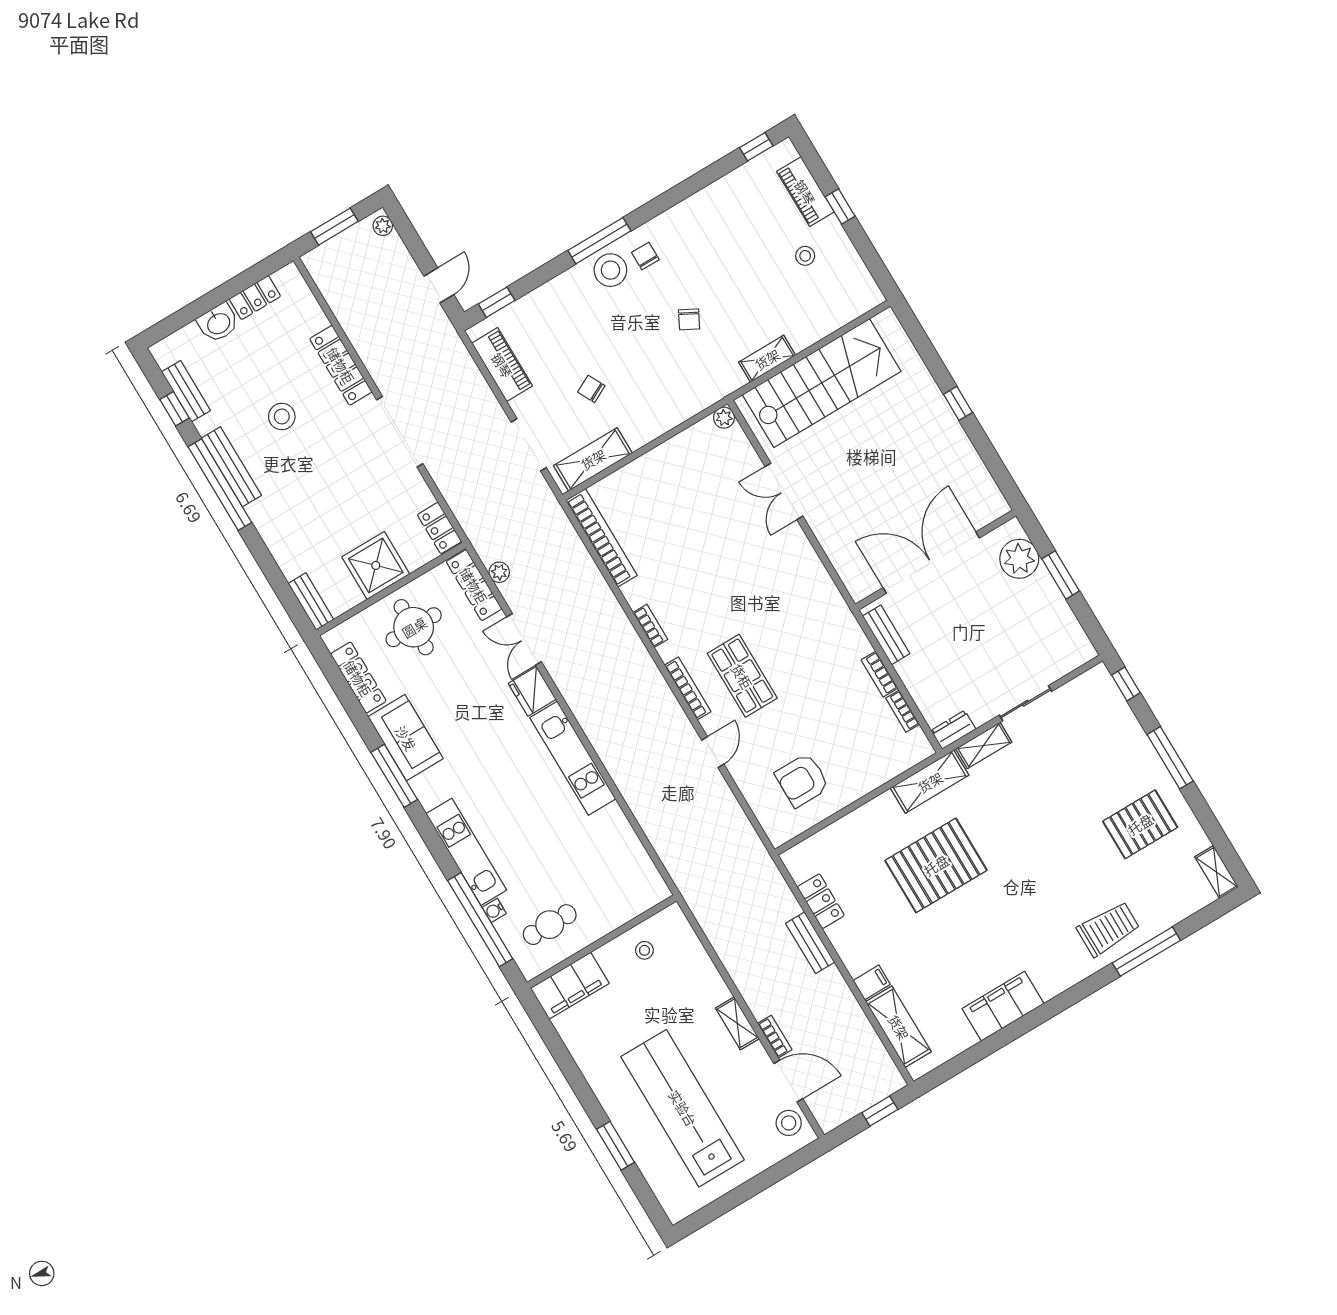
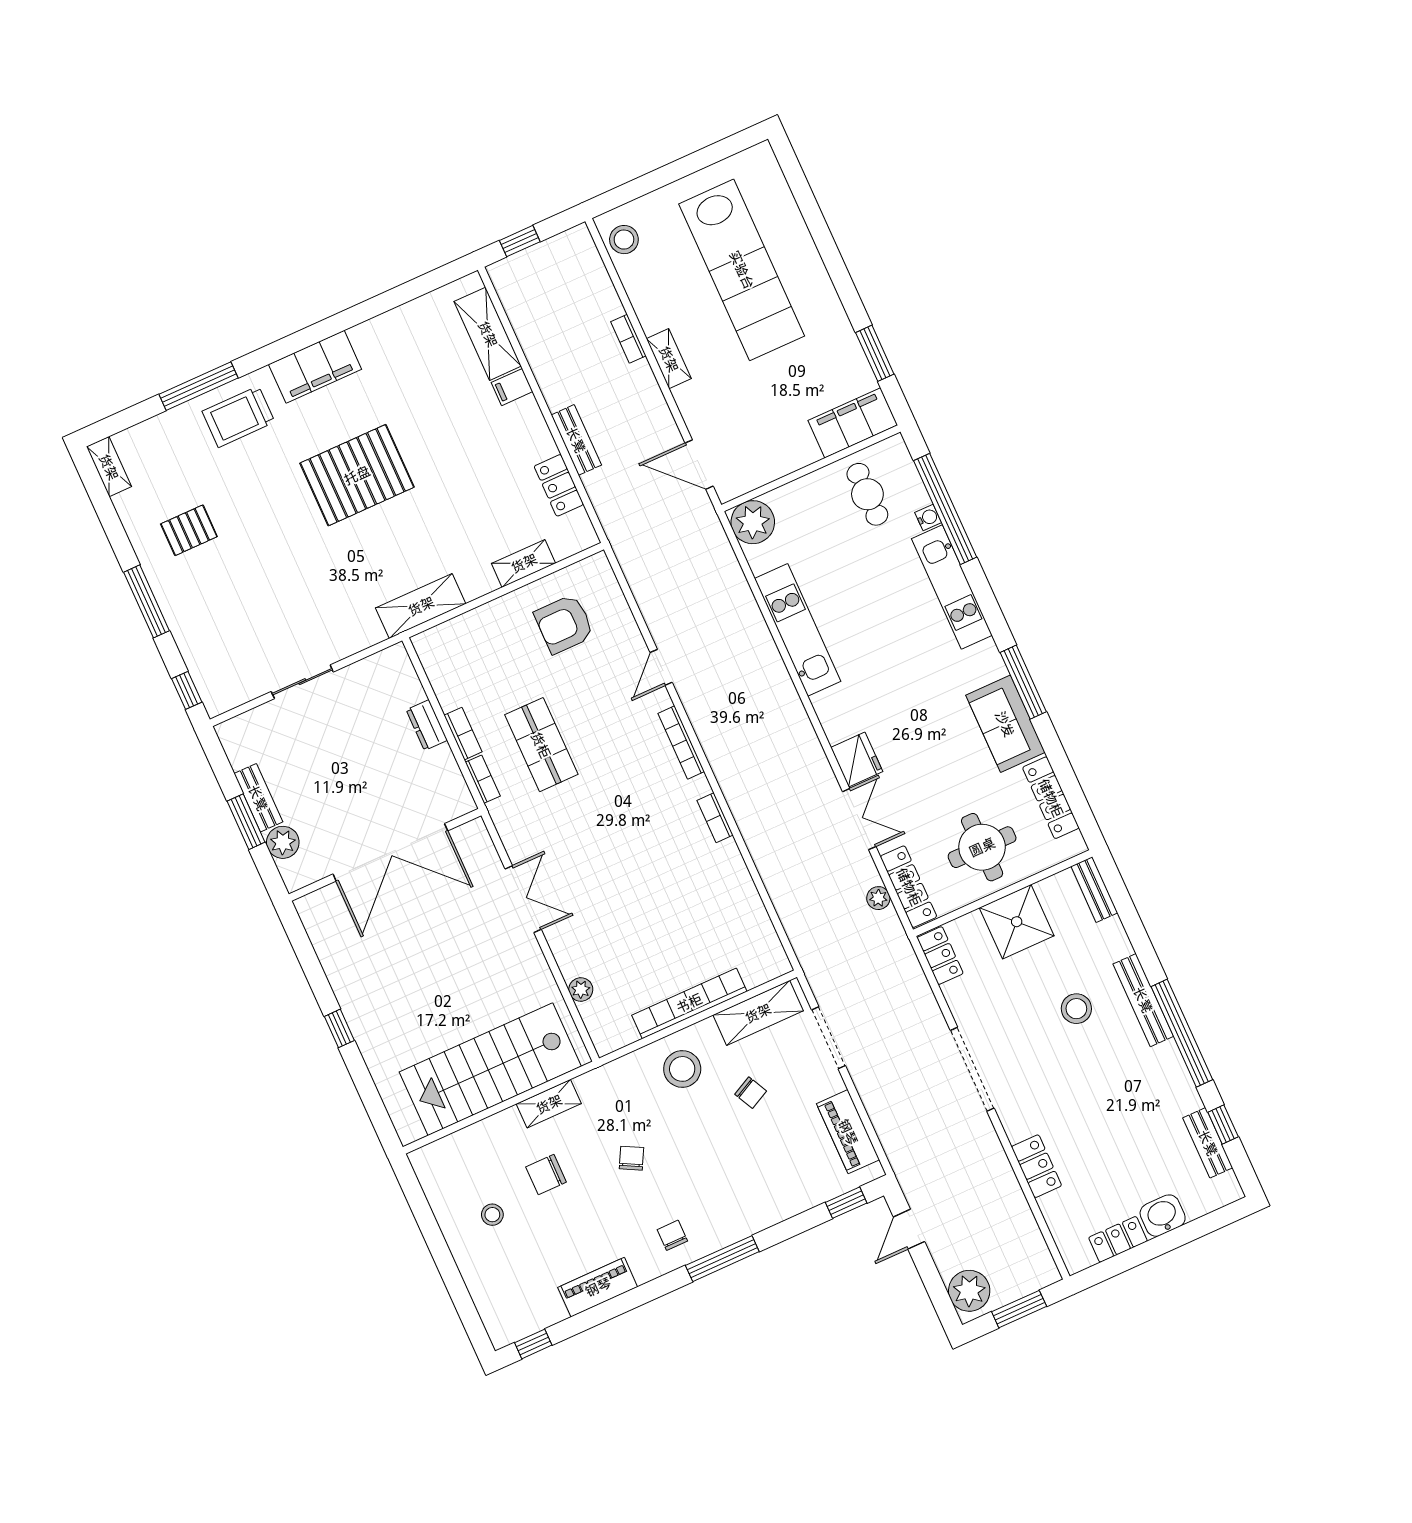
piano: (805, 192) -> (598, 1287), moved, turned -90
window: (840, 206) -> (447, 1266), removed
plant: (383, 226) -> (969, 1291), width x1.88, depth x1.88
chair: (645, 256) -> (672, 1235), turned 180
stool: (610, 270) -> (682, 1069), moved
chair: (762, 296) -> (546, 1175), added
locker: (341, 365) -> (1036, 1166), width x0.66
stool: (282, 416) -> (1076, 1009), moved
plant: (724, 418) -> (581, 989), moved
bench: (231, 467) -> (1143, 1000), moved
double door: (784, 491) -> (523, 899), moved
bookcase: (601, 538) -> (689, 1003), moved, turned 90
plant: (1019, 559) -> (283, 842), width x0.73, depth x0.73
bench: (886, 635) -> (258, 798), moved
shop shelf: (742, 676) -> (541, 745), moved
bookcase: (903, 711) -> (483, 779), moved
dresser: (953, 730) -> (427, 725), moved, turned 90
shelving: (984, 745) -> (524, 563), moved
kitchen unit: (573, 758) -> (798, 630), moved
armchair: (802, 780) -> (564, 624), turned 180
pallet: (1140, 824) -> (189, 530), width x0.67, depth x0.71
pallet: (936, 865) -> (357, 475), moved
plant: (647, 889) -> (753, 522), added
cafe table: (550, 925) -> (867, 494), turned 90
stool: (644, 950) -> (764, 453), removed
filing cabinet: (1003, 1006) -> (315, 367), moved
door: (788, 1081) -> (699, 465), moved
window: (616, 1146) -> (875, 353), moved

